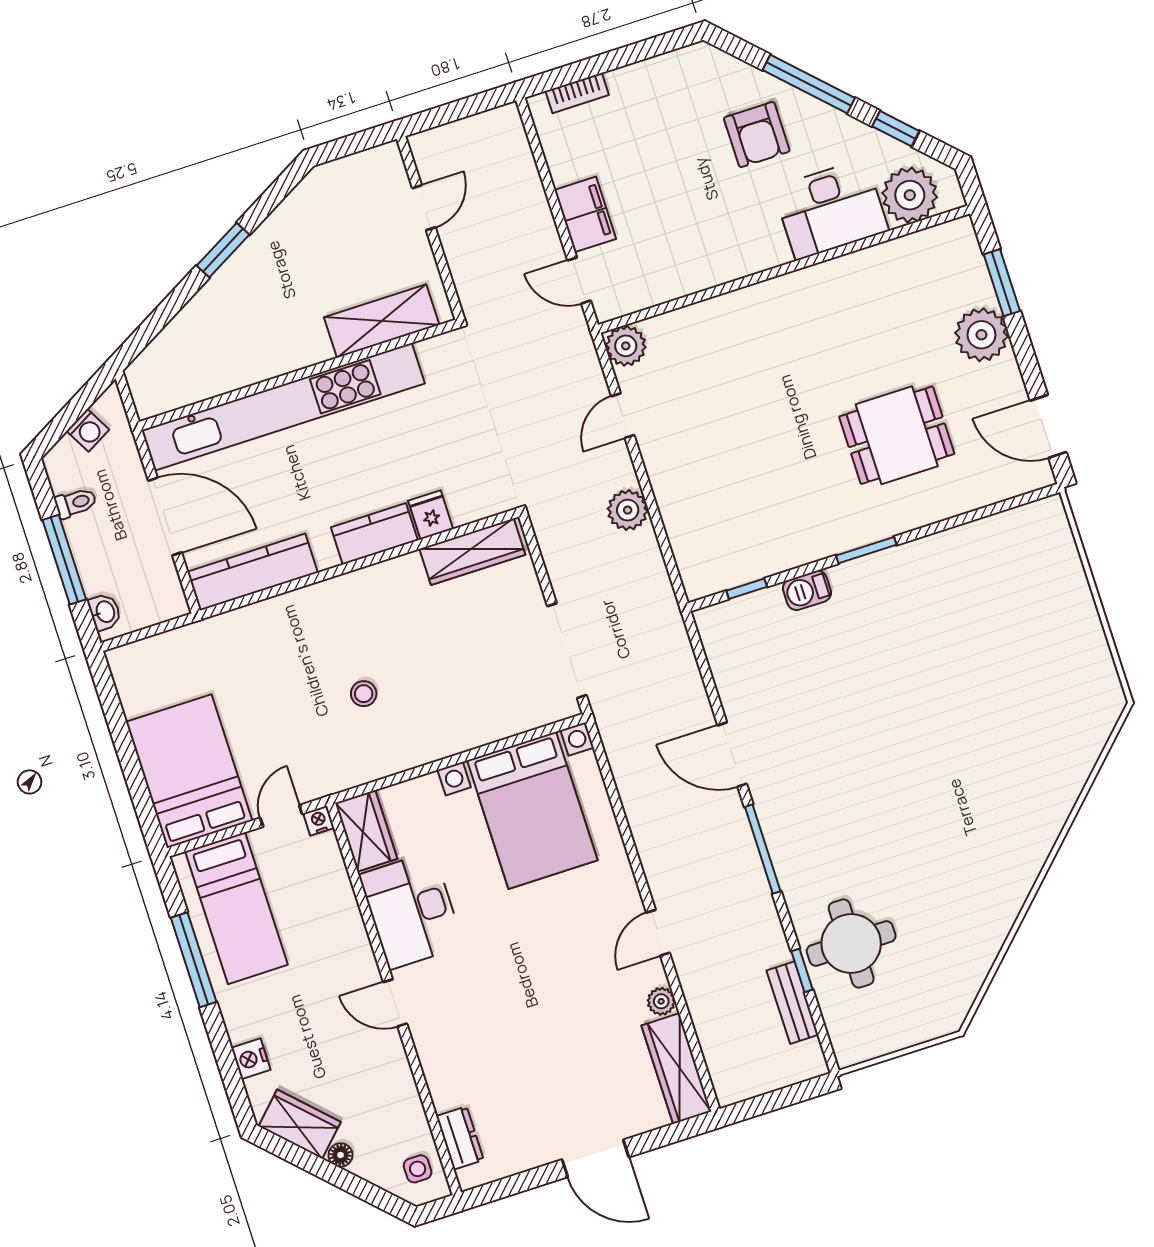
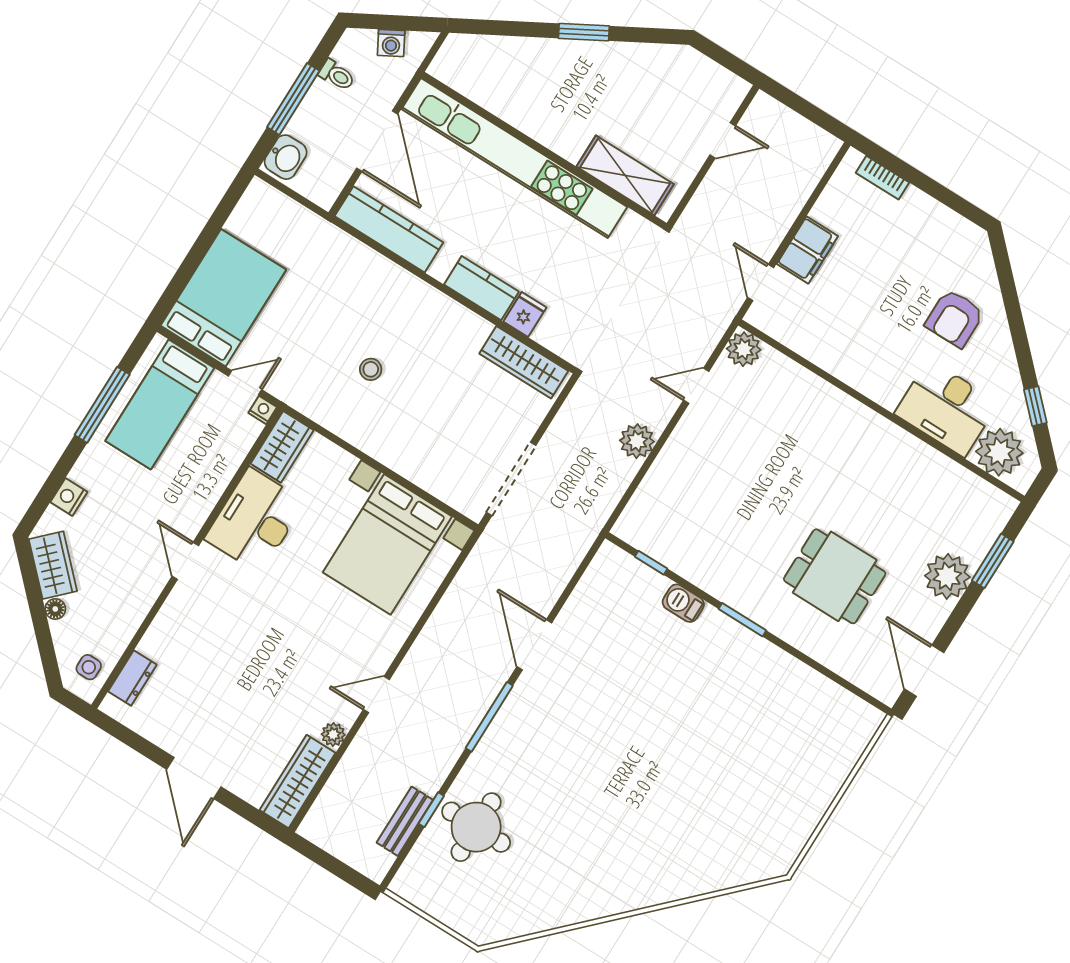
window: (809, 84) -> (1016, 325), removed
washbasin: (105, 612) -> (286, 157), width x1.38, depth x1.45

